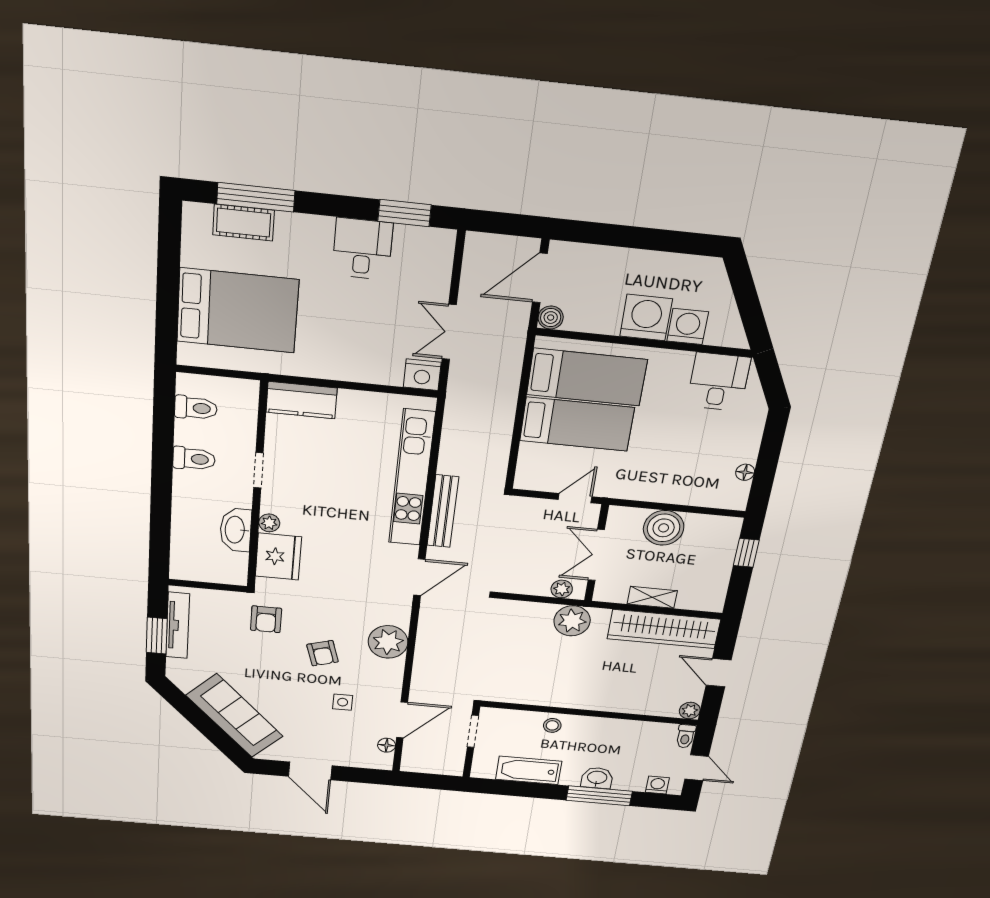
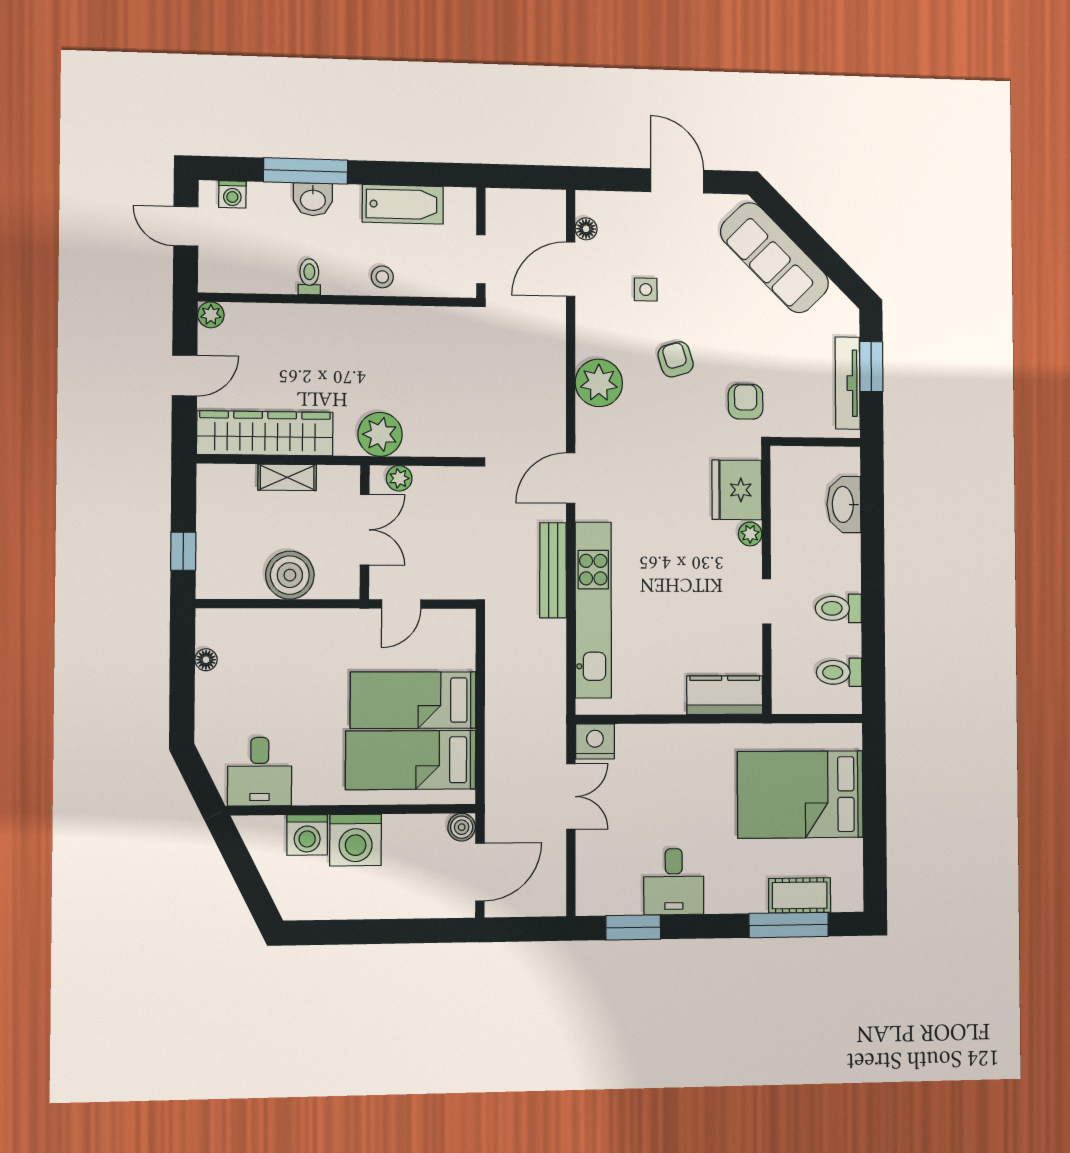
washbasin: (236, 530) -> (844, 504), moved, turned 180
door: (719, 673) -> (185, 376), hinge flipped
toilet: (686, 736) -> (309, 277), moved

